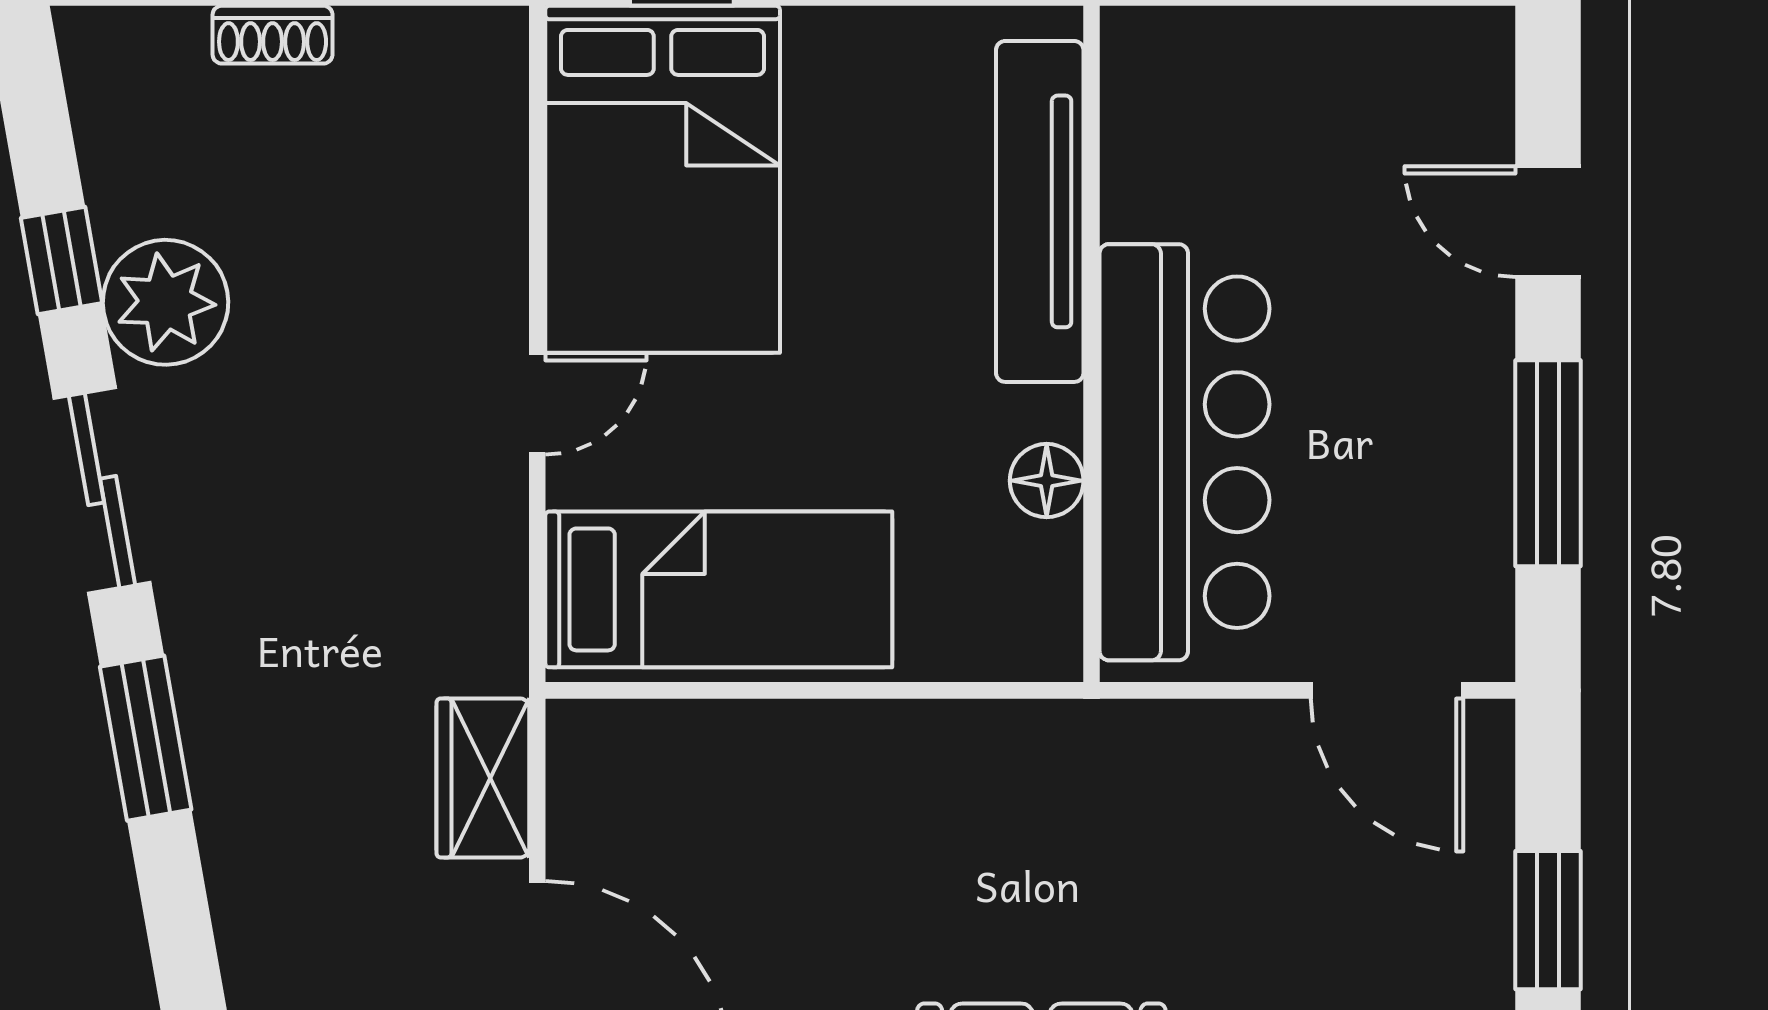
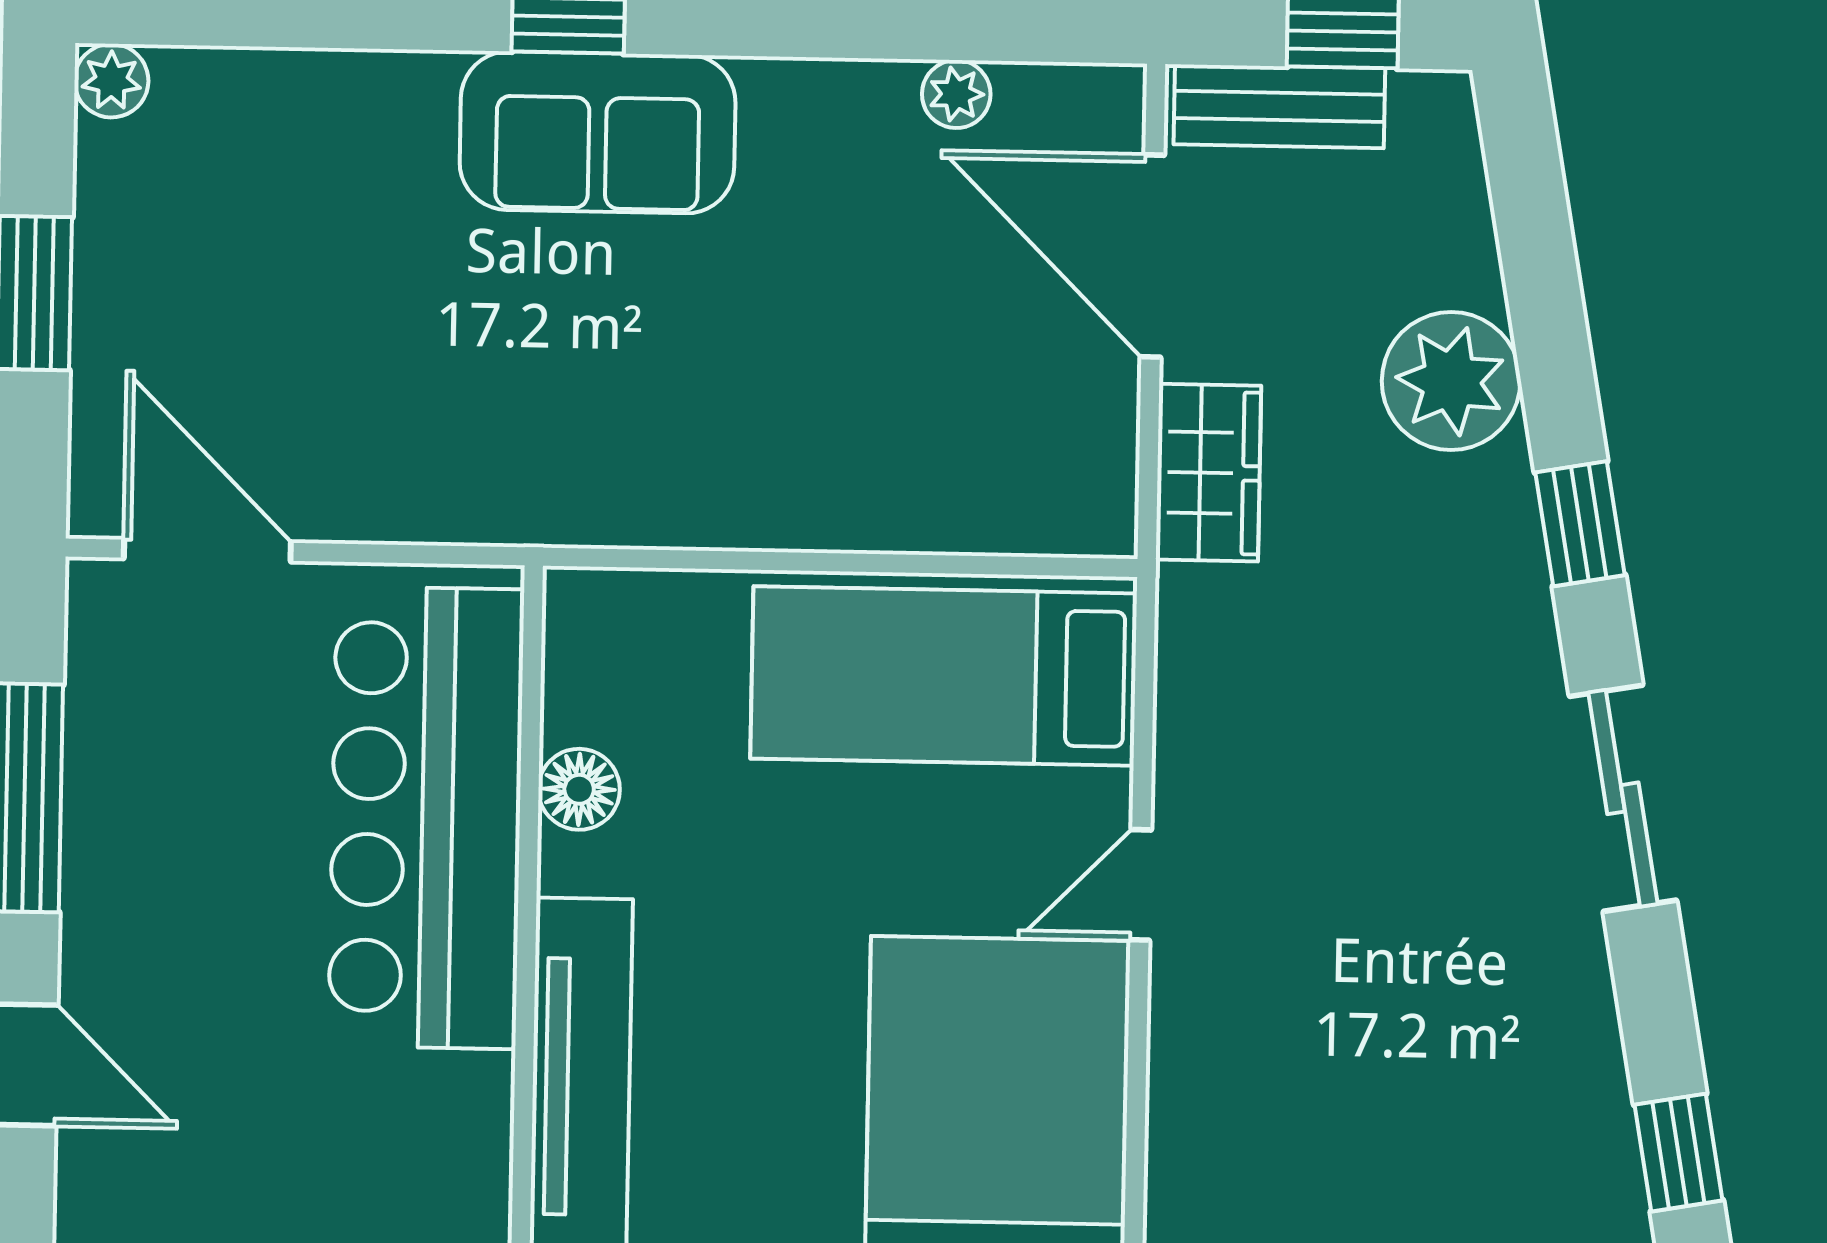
window: (61, 260) -> (1679, 1153), moved
plant: (166, 302) -> (1451, 381), moved
window: (146, 738) -> (1580, 524), width x0.67

